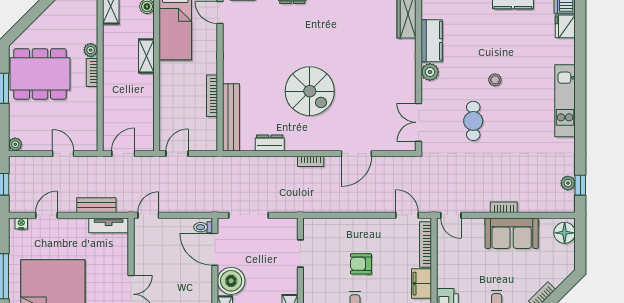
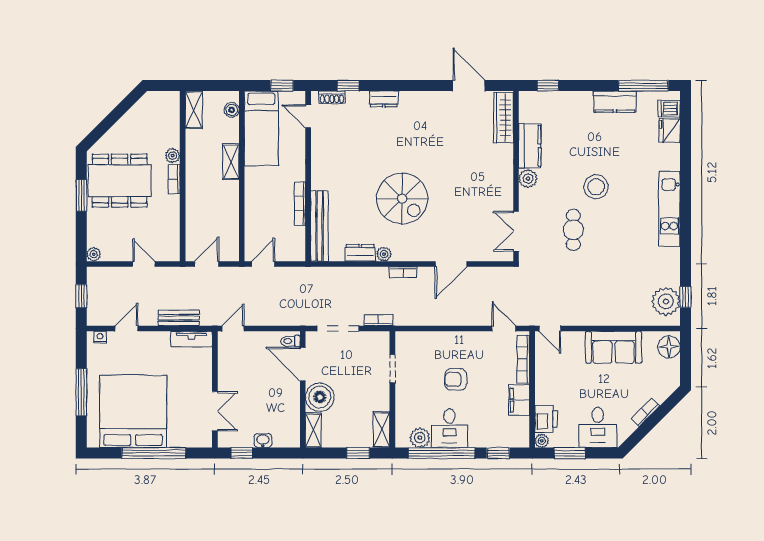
stool: (495, 80) -> (596, 187), width x1.89, depth x1.89
plant: (292, 144) -> (384, 254), added
plant: (568, 183) -> (666, 301), width x1.87, depth x1.87
bookcase: (504, 207) -> (379, 320), moved

